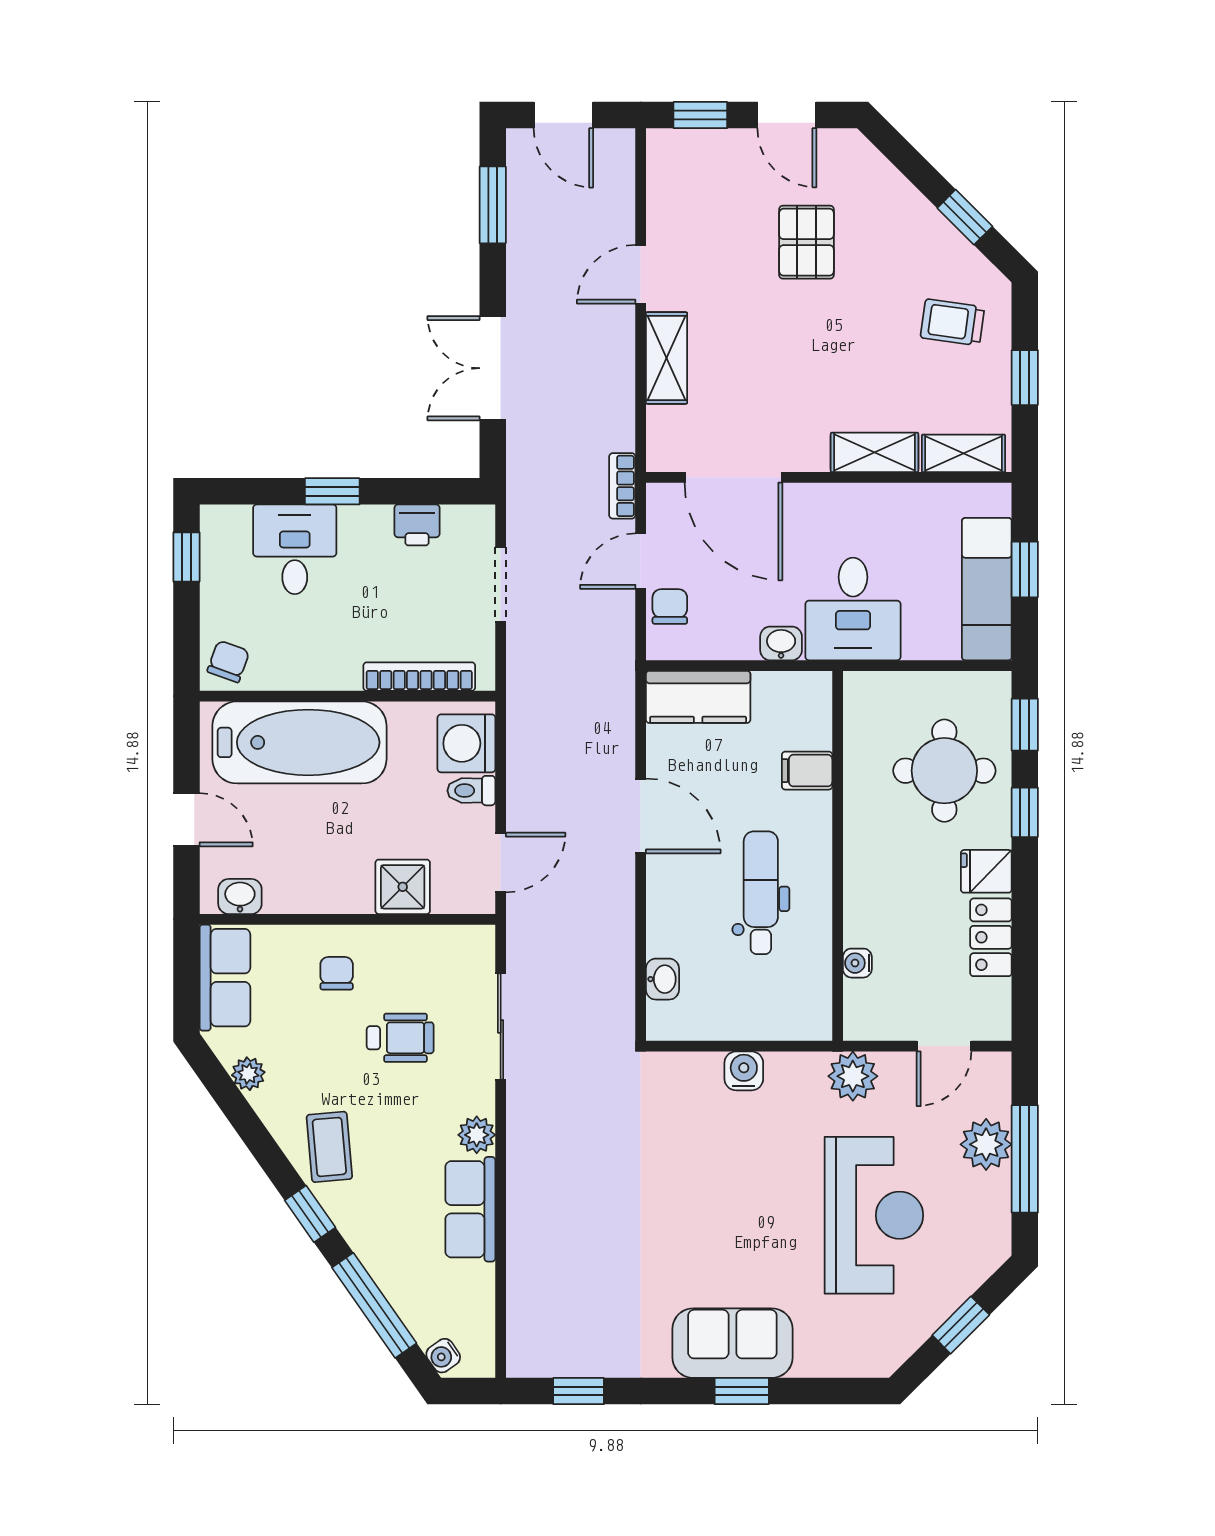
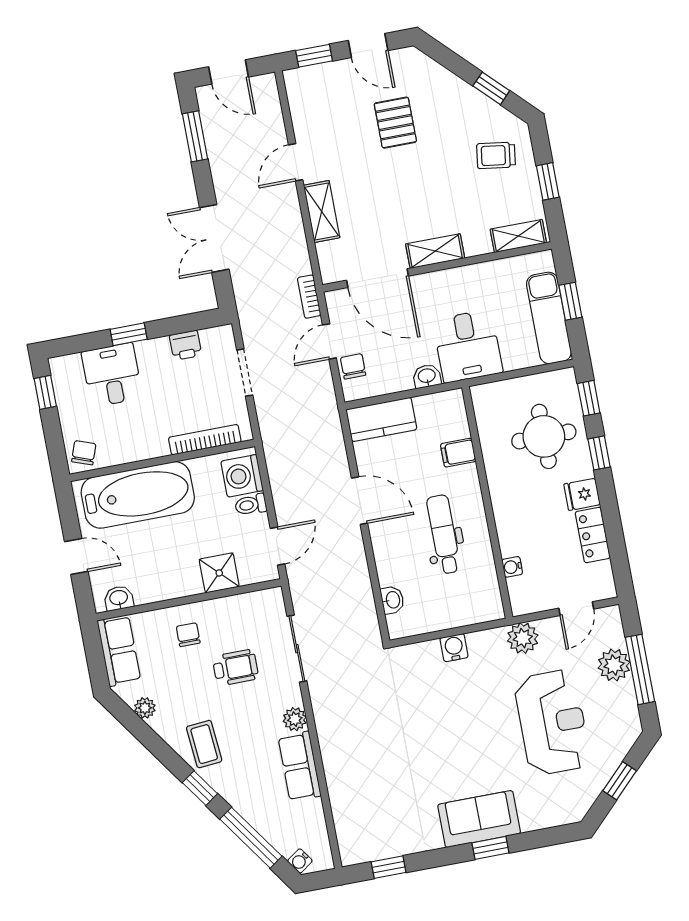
shelving: (875, 452) -> (435, 251), moved

